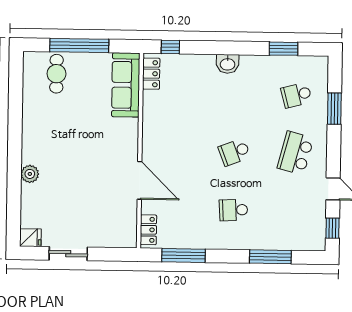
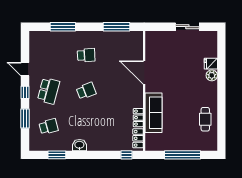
washbasin: (228, 64) -> (79, 145), moved
cafe table: (56, 74) -> (205, 119), moved
sofa: (126, 85) -> (154, 113), moved
window: (332, 228) -> (25, 92), moved
locker: (148, 230) -> (138, 118), moved
fridge: (30, 238) -> (211, 64), moved

